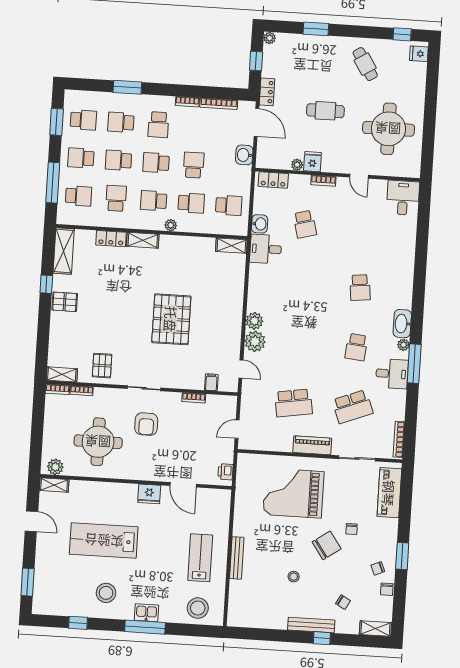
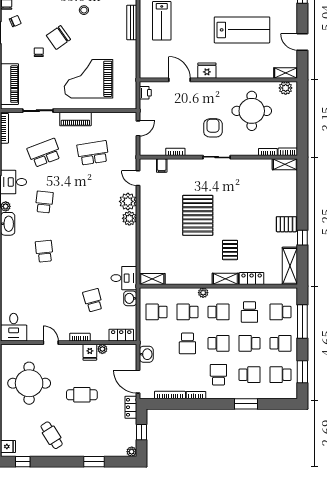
school desk: (118, 160) -> (249, 343), turned 180
pallet: (102, 366) -> (230, 250), moved
grand piano: (293, 493) -> (88, 79), turned 180

